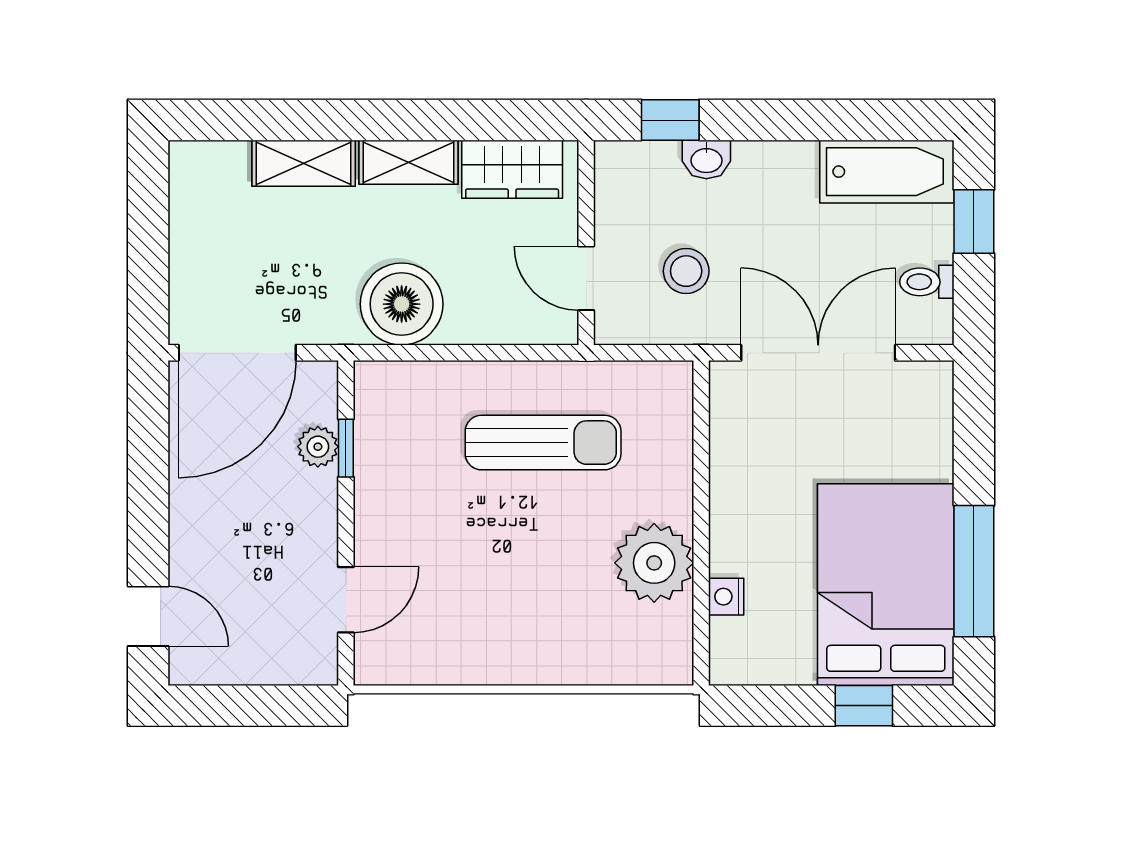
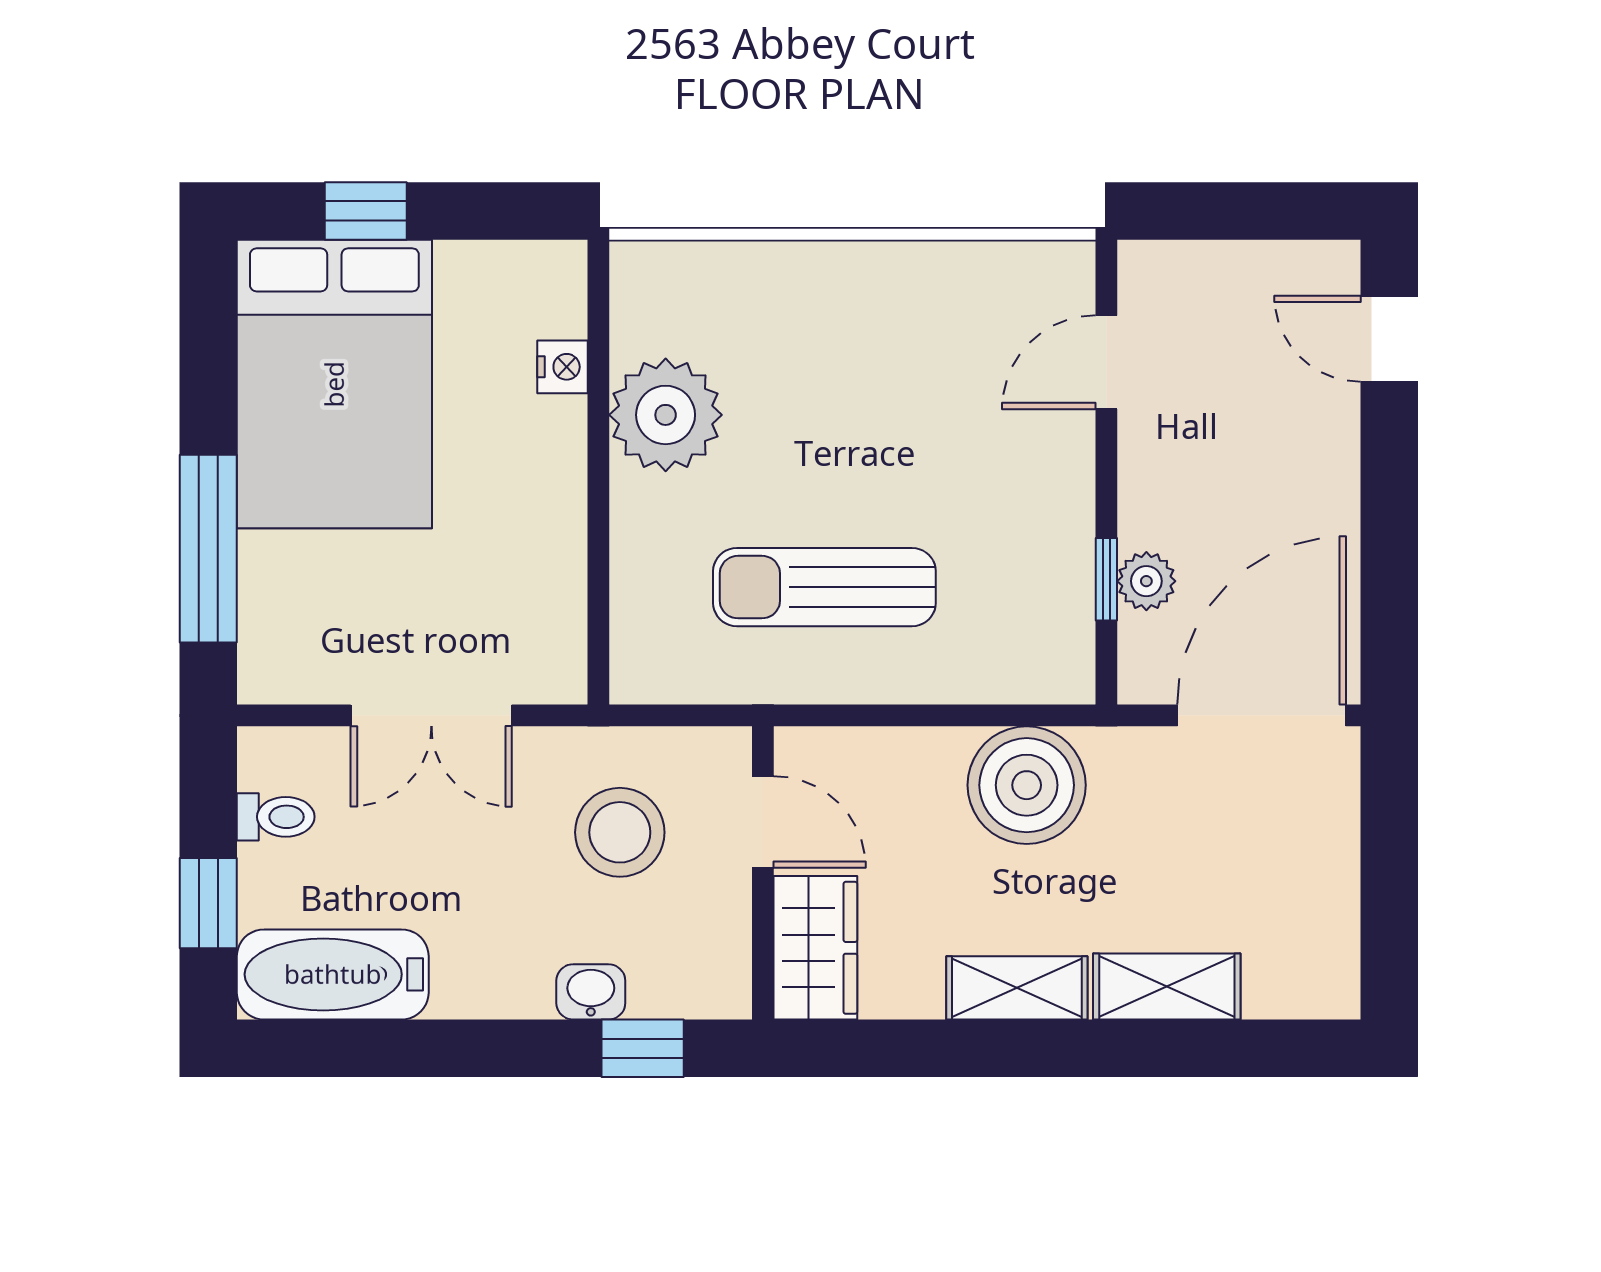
wardrobe: (512, 169) -> (815, 948), moved, turned 90
stool: (686, 271) -> (620, 832), width x1.38, depth x1.38
double door: (818, 353) -> (431, 715), width x0.73
window: (974, 571) -> (208, 549), moved

